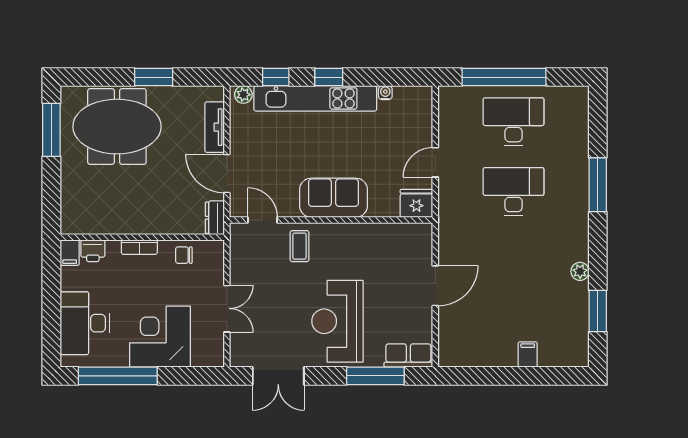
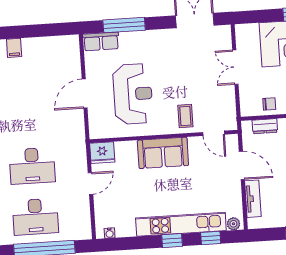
water cooler: (385, 93) -> (110, 233), moved
dresser: (215, 218) -> (265, 126), moved, turned 90
reception desk: (337, 321) -> (133, 94), moved

